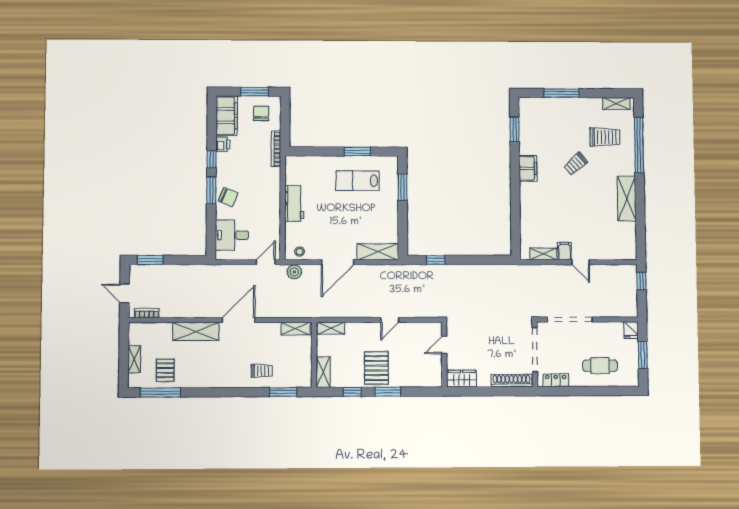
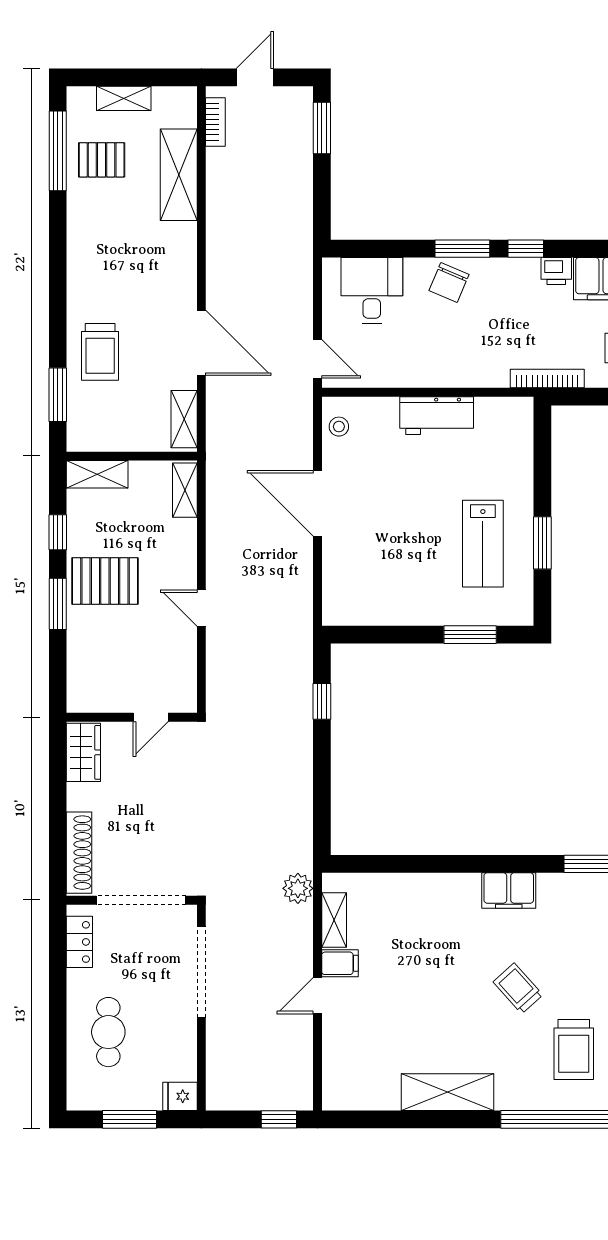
lab bench: (358, 181) -> (483, 544), turned 180
shelving: (378, 252) -> (338, 584), removed
plant: (294, 272) -> (298, 888), moved
door: (239, 320) -> (201, 343), moved
shelving: (196, 331) -> (179, 175), moved
door: (444, 345) -> (151, 717), swing flipped
trolley: (262, 371) -> (100, 352), width x1.36, depth x1.39

